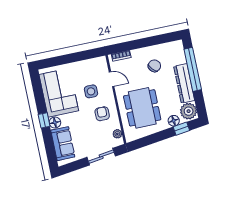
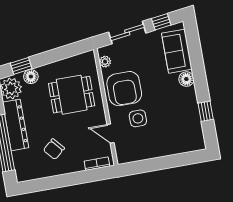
corner sofa: (59, 93) -> (180, 118), removed
dining table: (142, 108) -> (72, 95), width x0.73
armchair: (102, 114) -> (124, 89), width x1.88, depth x1.88
window: (44, 120) -> (206, 111), moved
window: (76, 166) -> (161, 22), added

